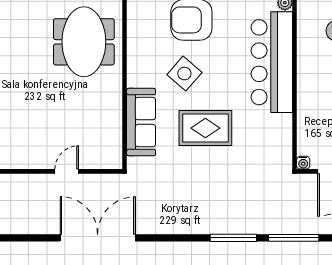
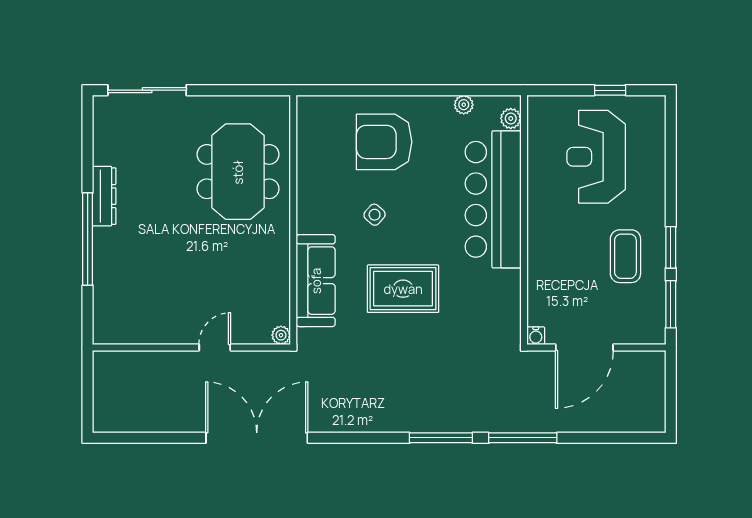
side table: (184, 74) -> (375, 215), width x0.54, depth x0.54
plant: (116, 162) -> (281, 335), added

